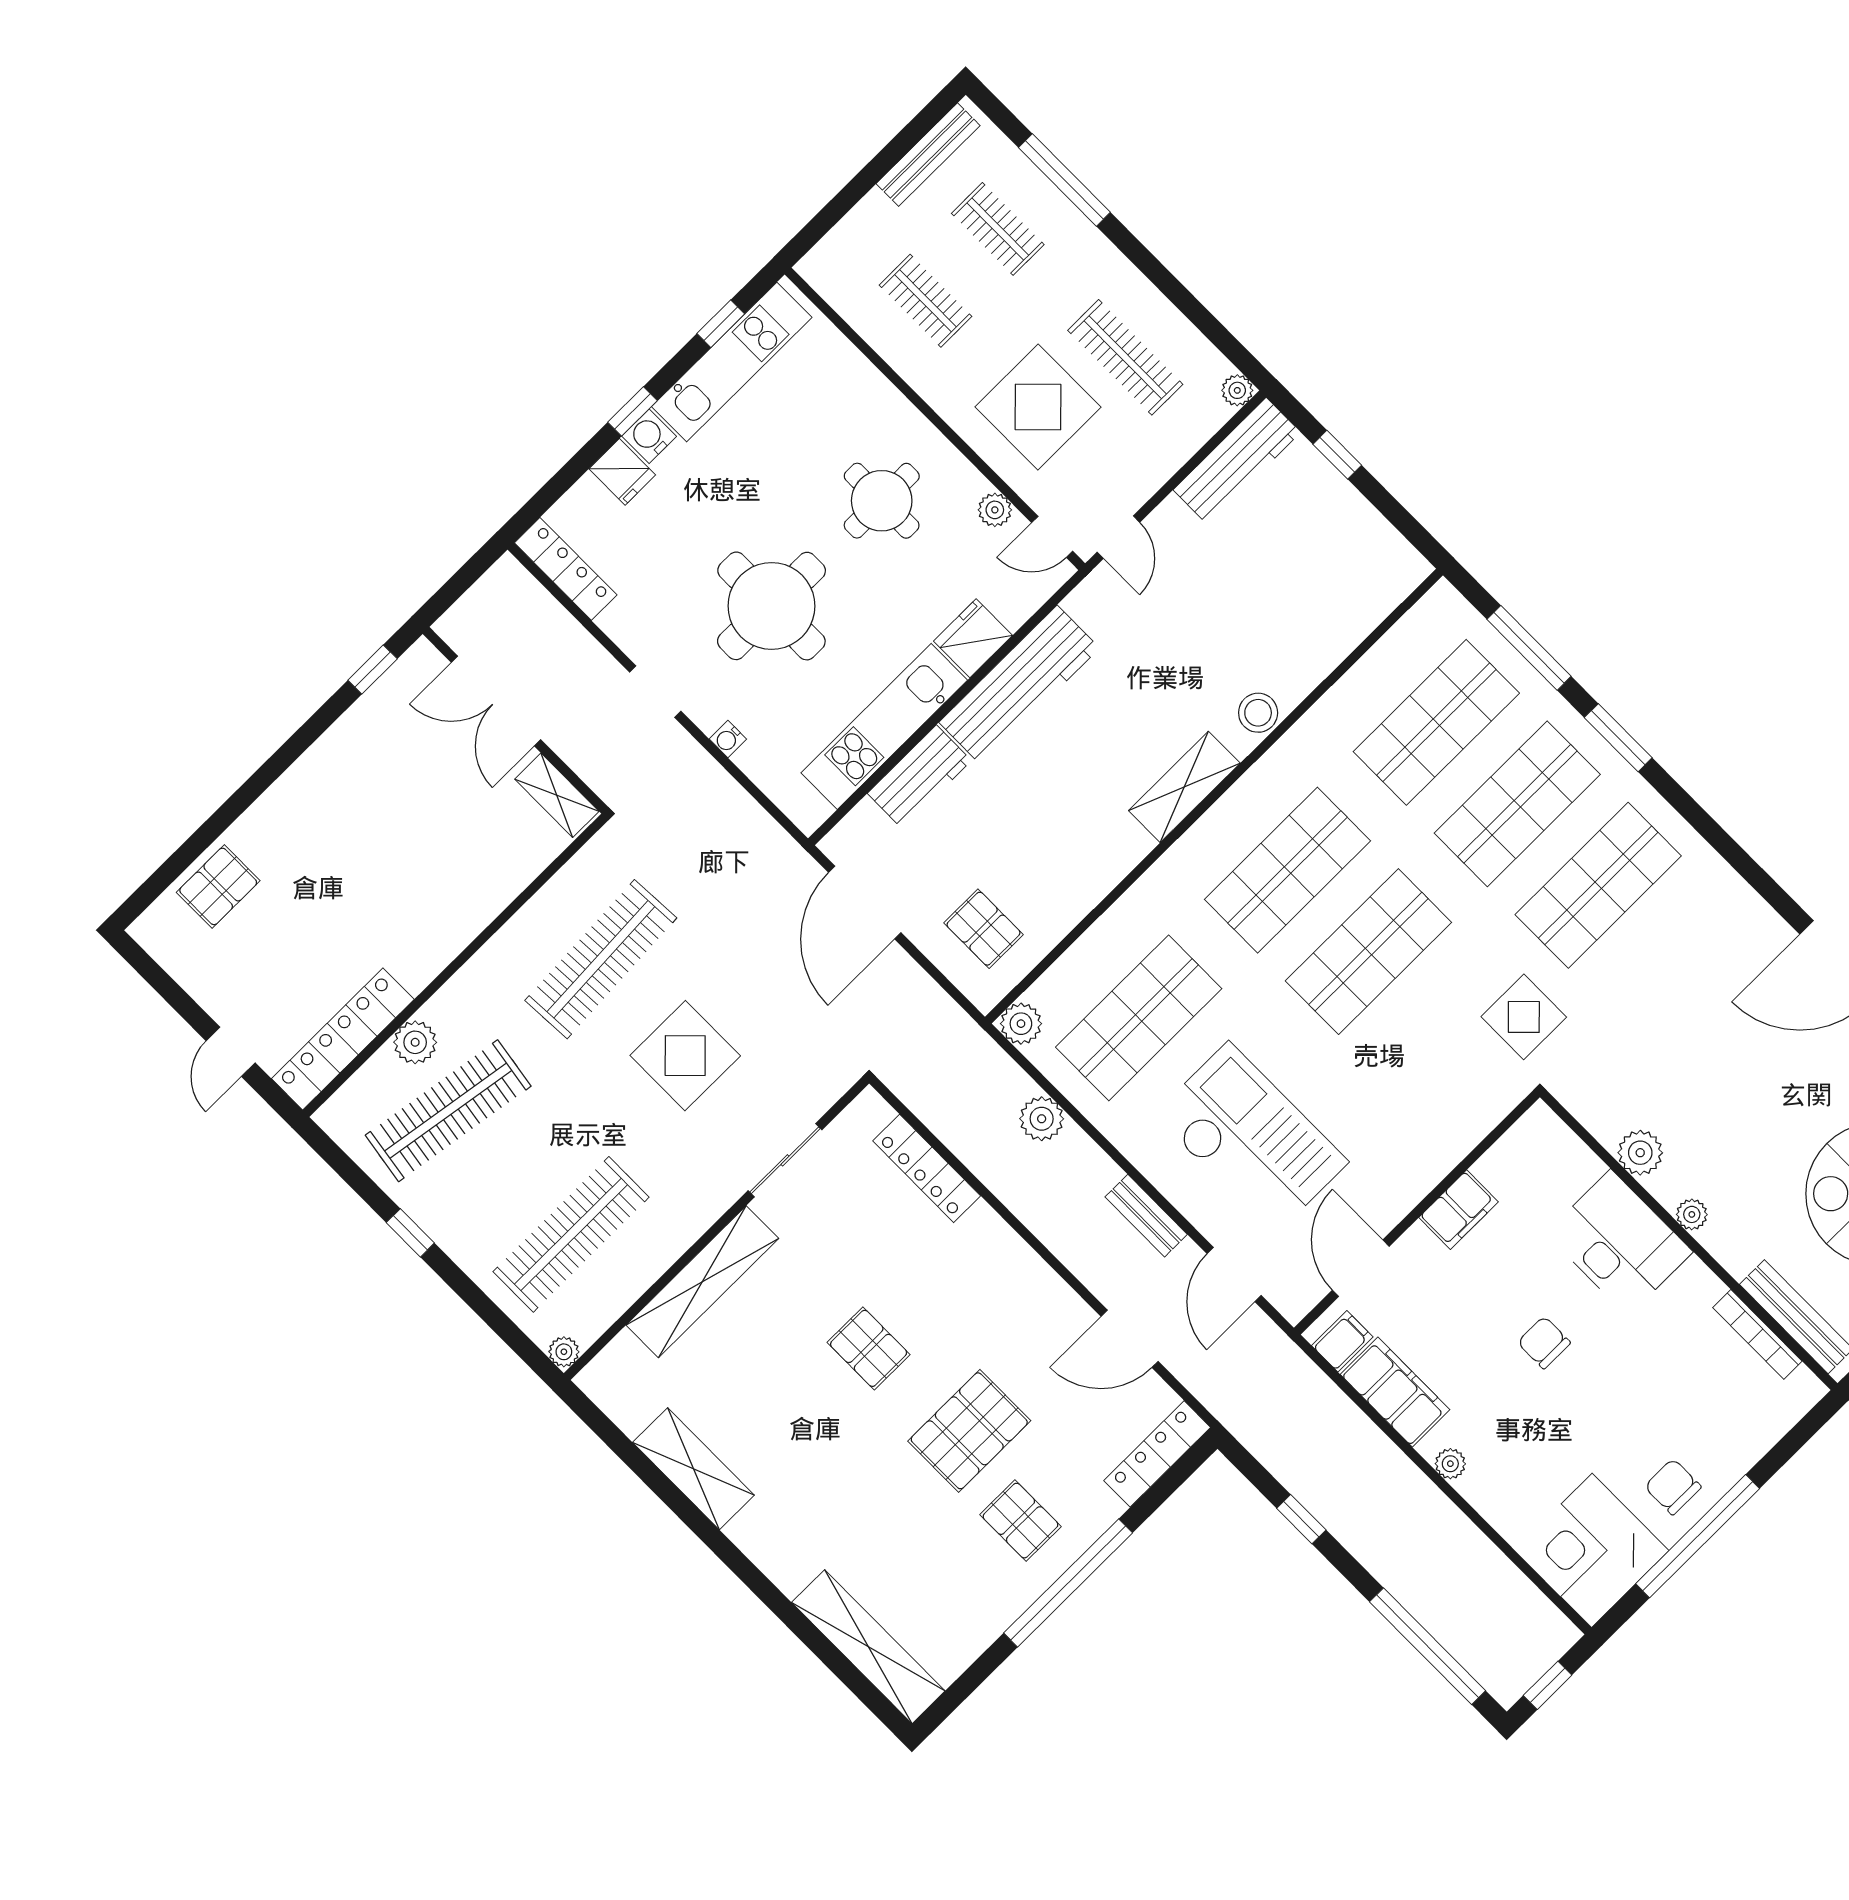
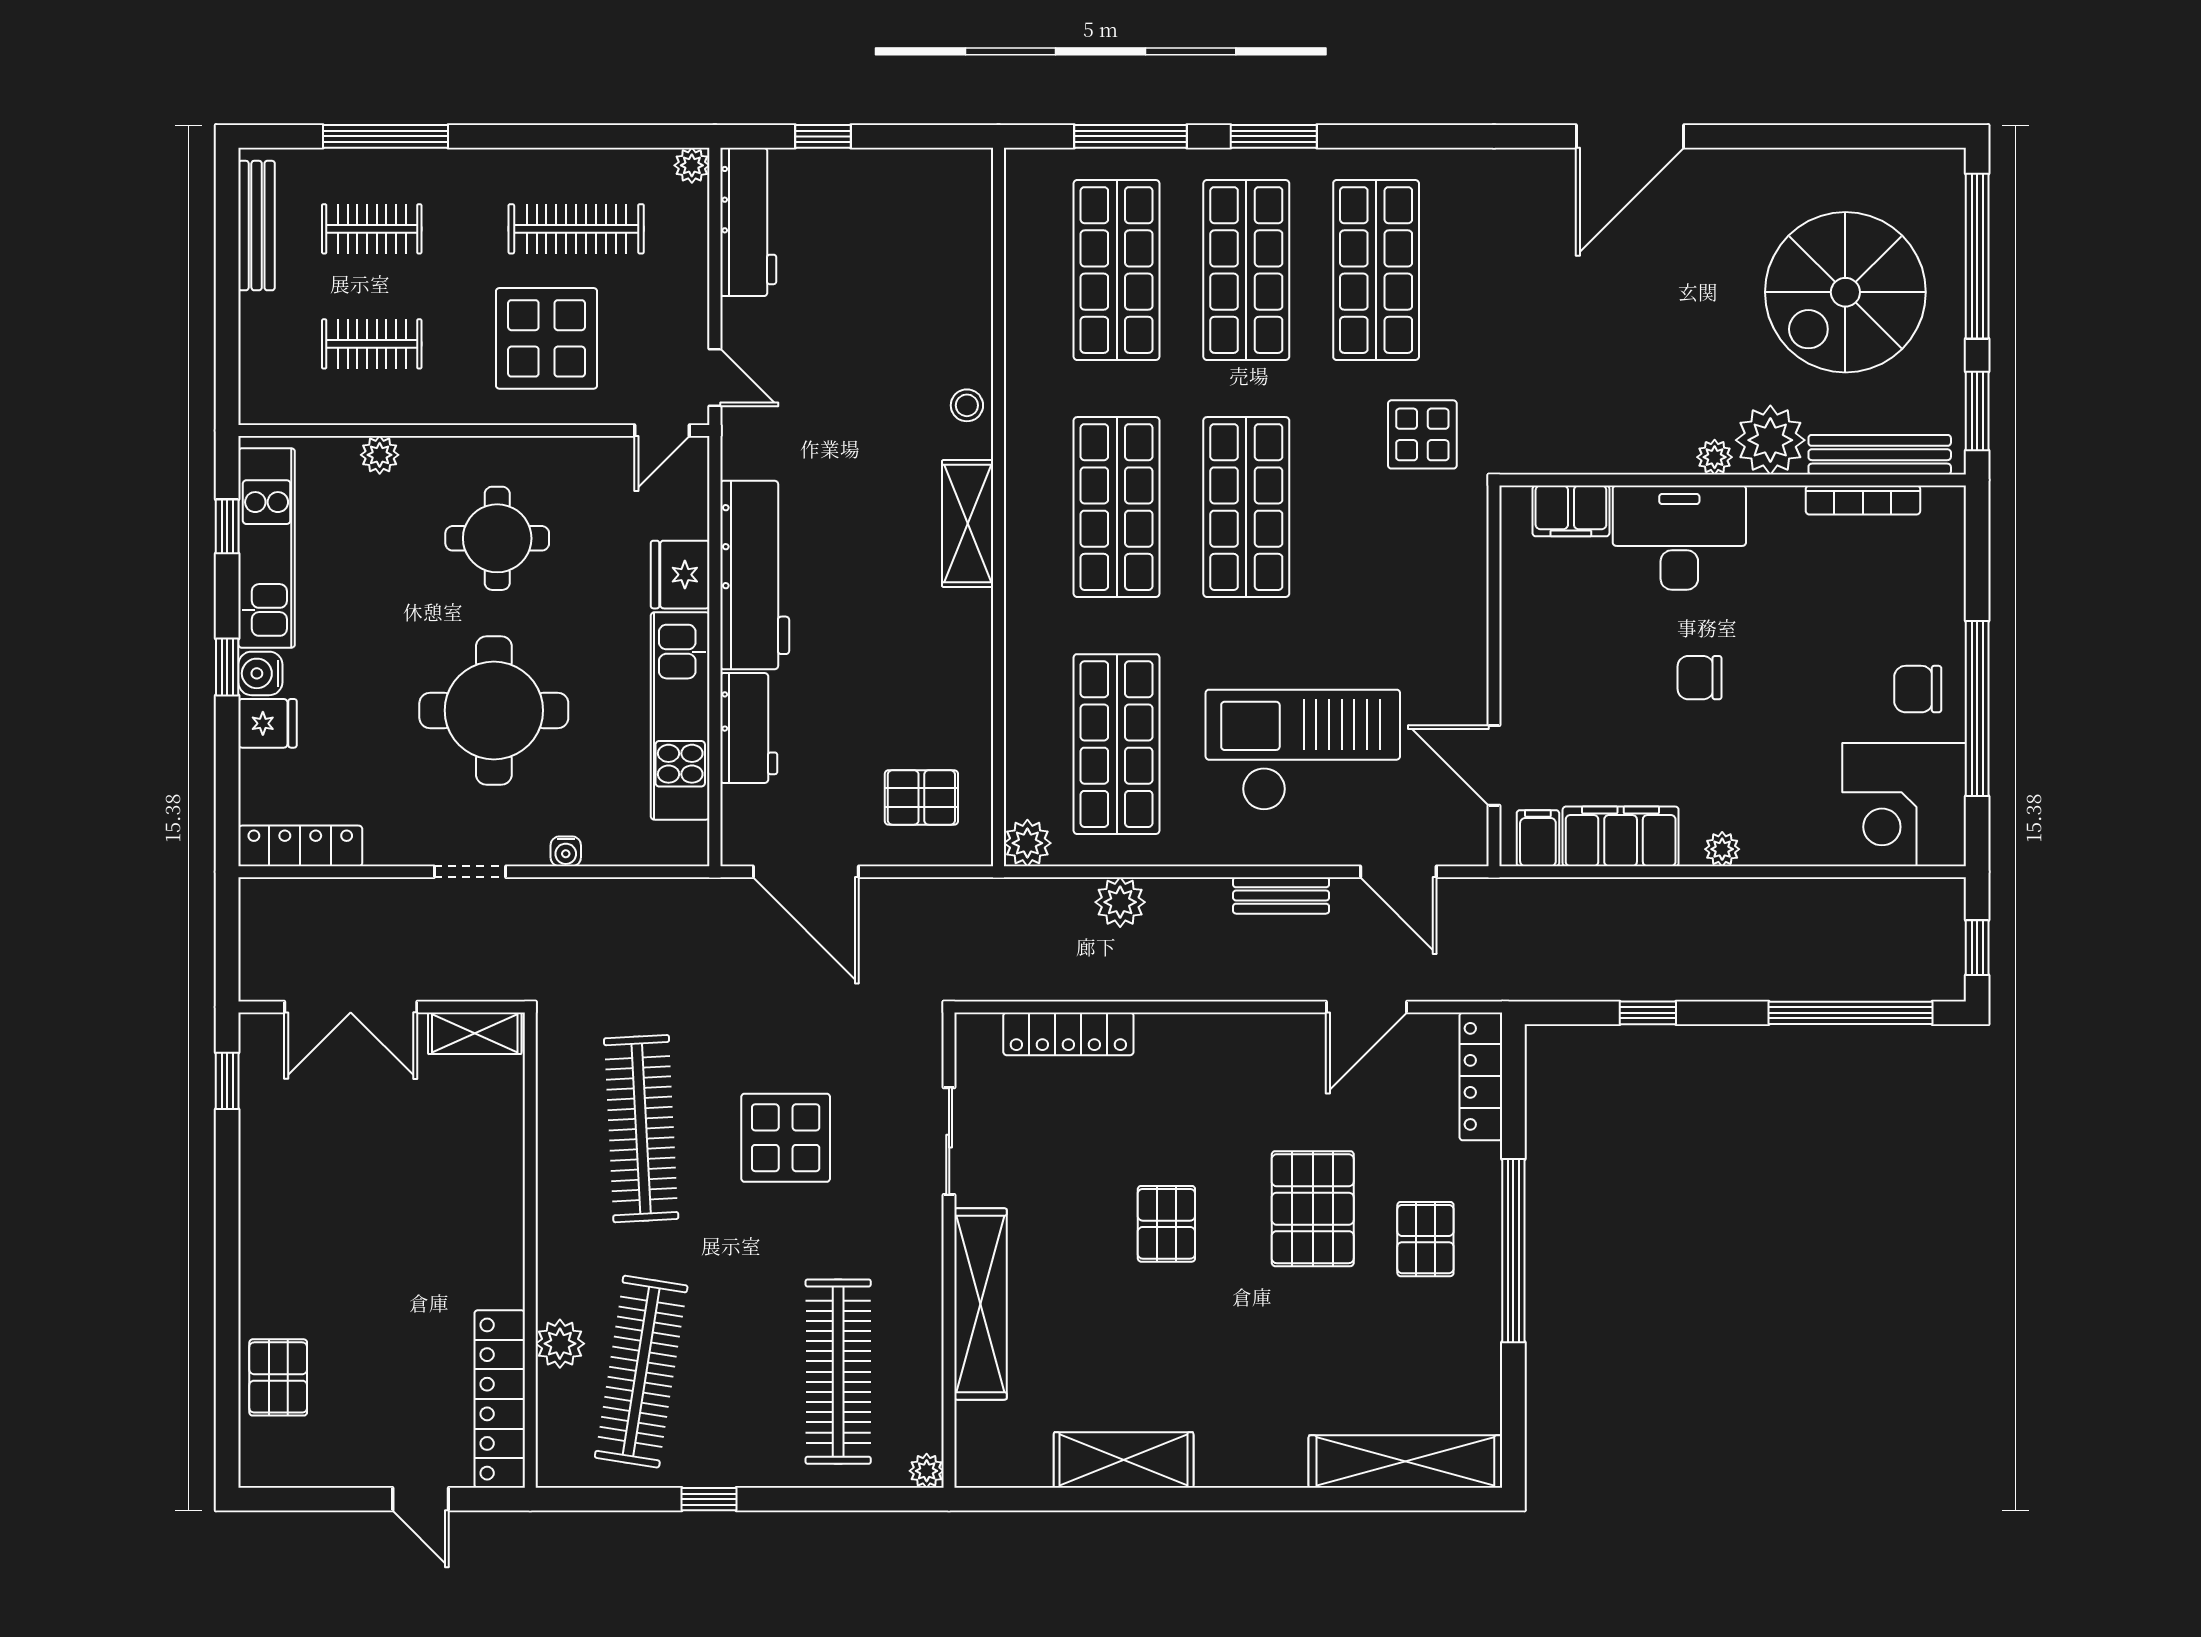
plant: (995, 510) -> (380, 455), moved
stool: (1258, 713) -> (967, 405), width x0.73, depth x0.73
plant: (1640, 1153) -> (1770, 440), moved, width x1.36, depth x1.36
filing cabinet: (1458, 1210) -> (1571, 511), moved, turned 90
pallet: (869, 1348) -> (1166, 1224), turned 90
pallet: (1020, 1521) -> (1425, 1239), turned 90

